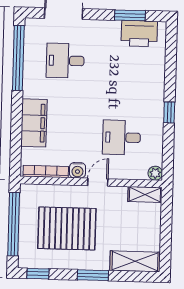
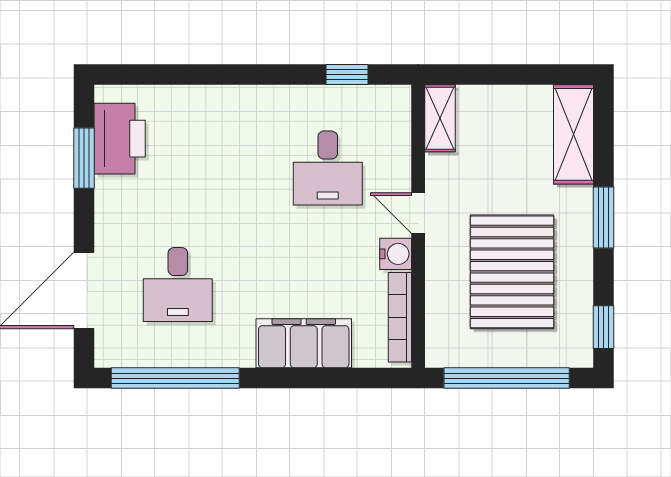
window: (169, 112) -> (347, 74), moved
plant: (155, 173) -> (397, 99), removed

